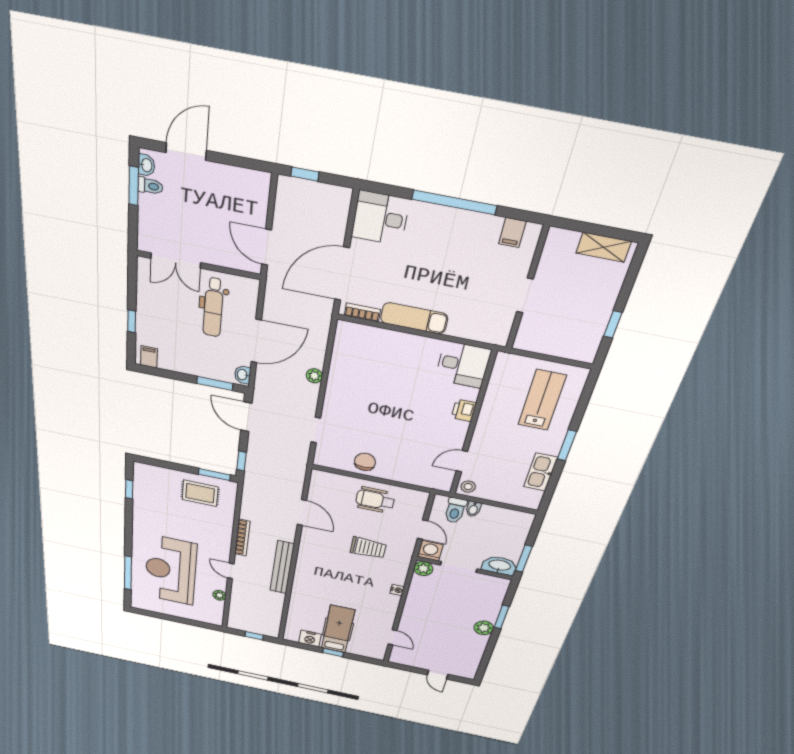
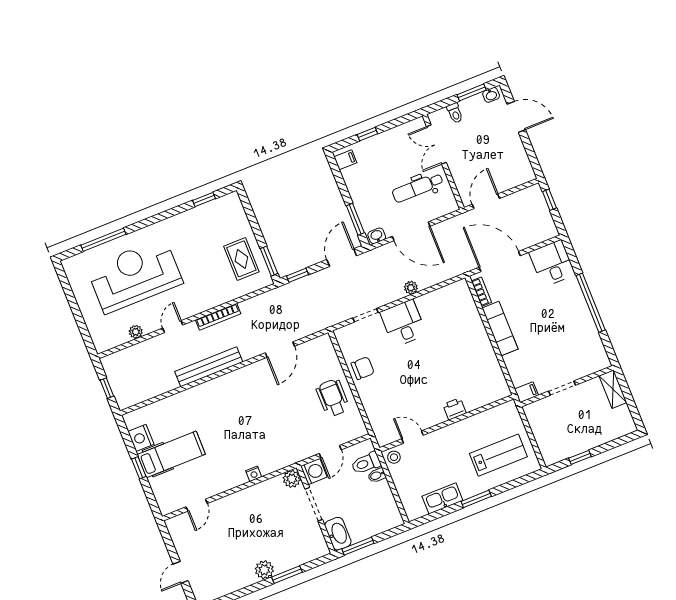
toilet: (150, 186) -> (455, 113), moved
filing cabinet: (512, 233) -> (526, 392), moved, turned 180
shelving: (604, 247) -> (613, 389), moved
desk: (463, 365) -> (403, 323), moved, turned 180
trolley: (368, 548) -> (281, 422), removed

